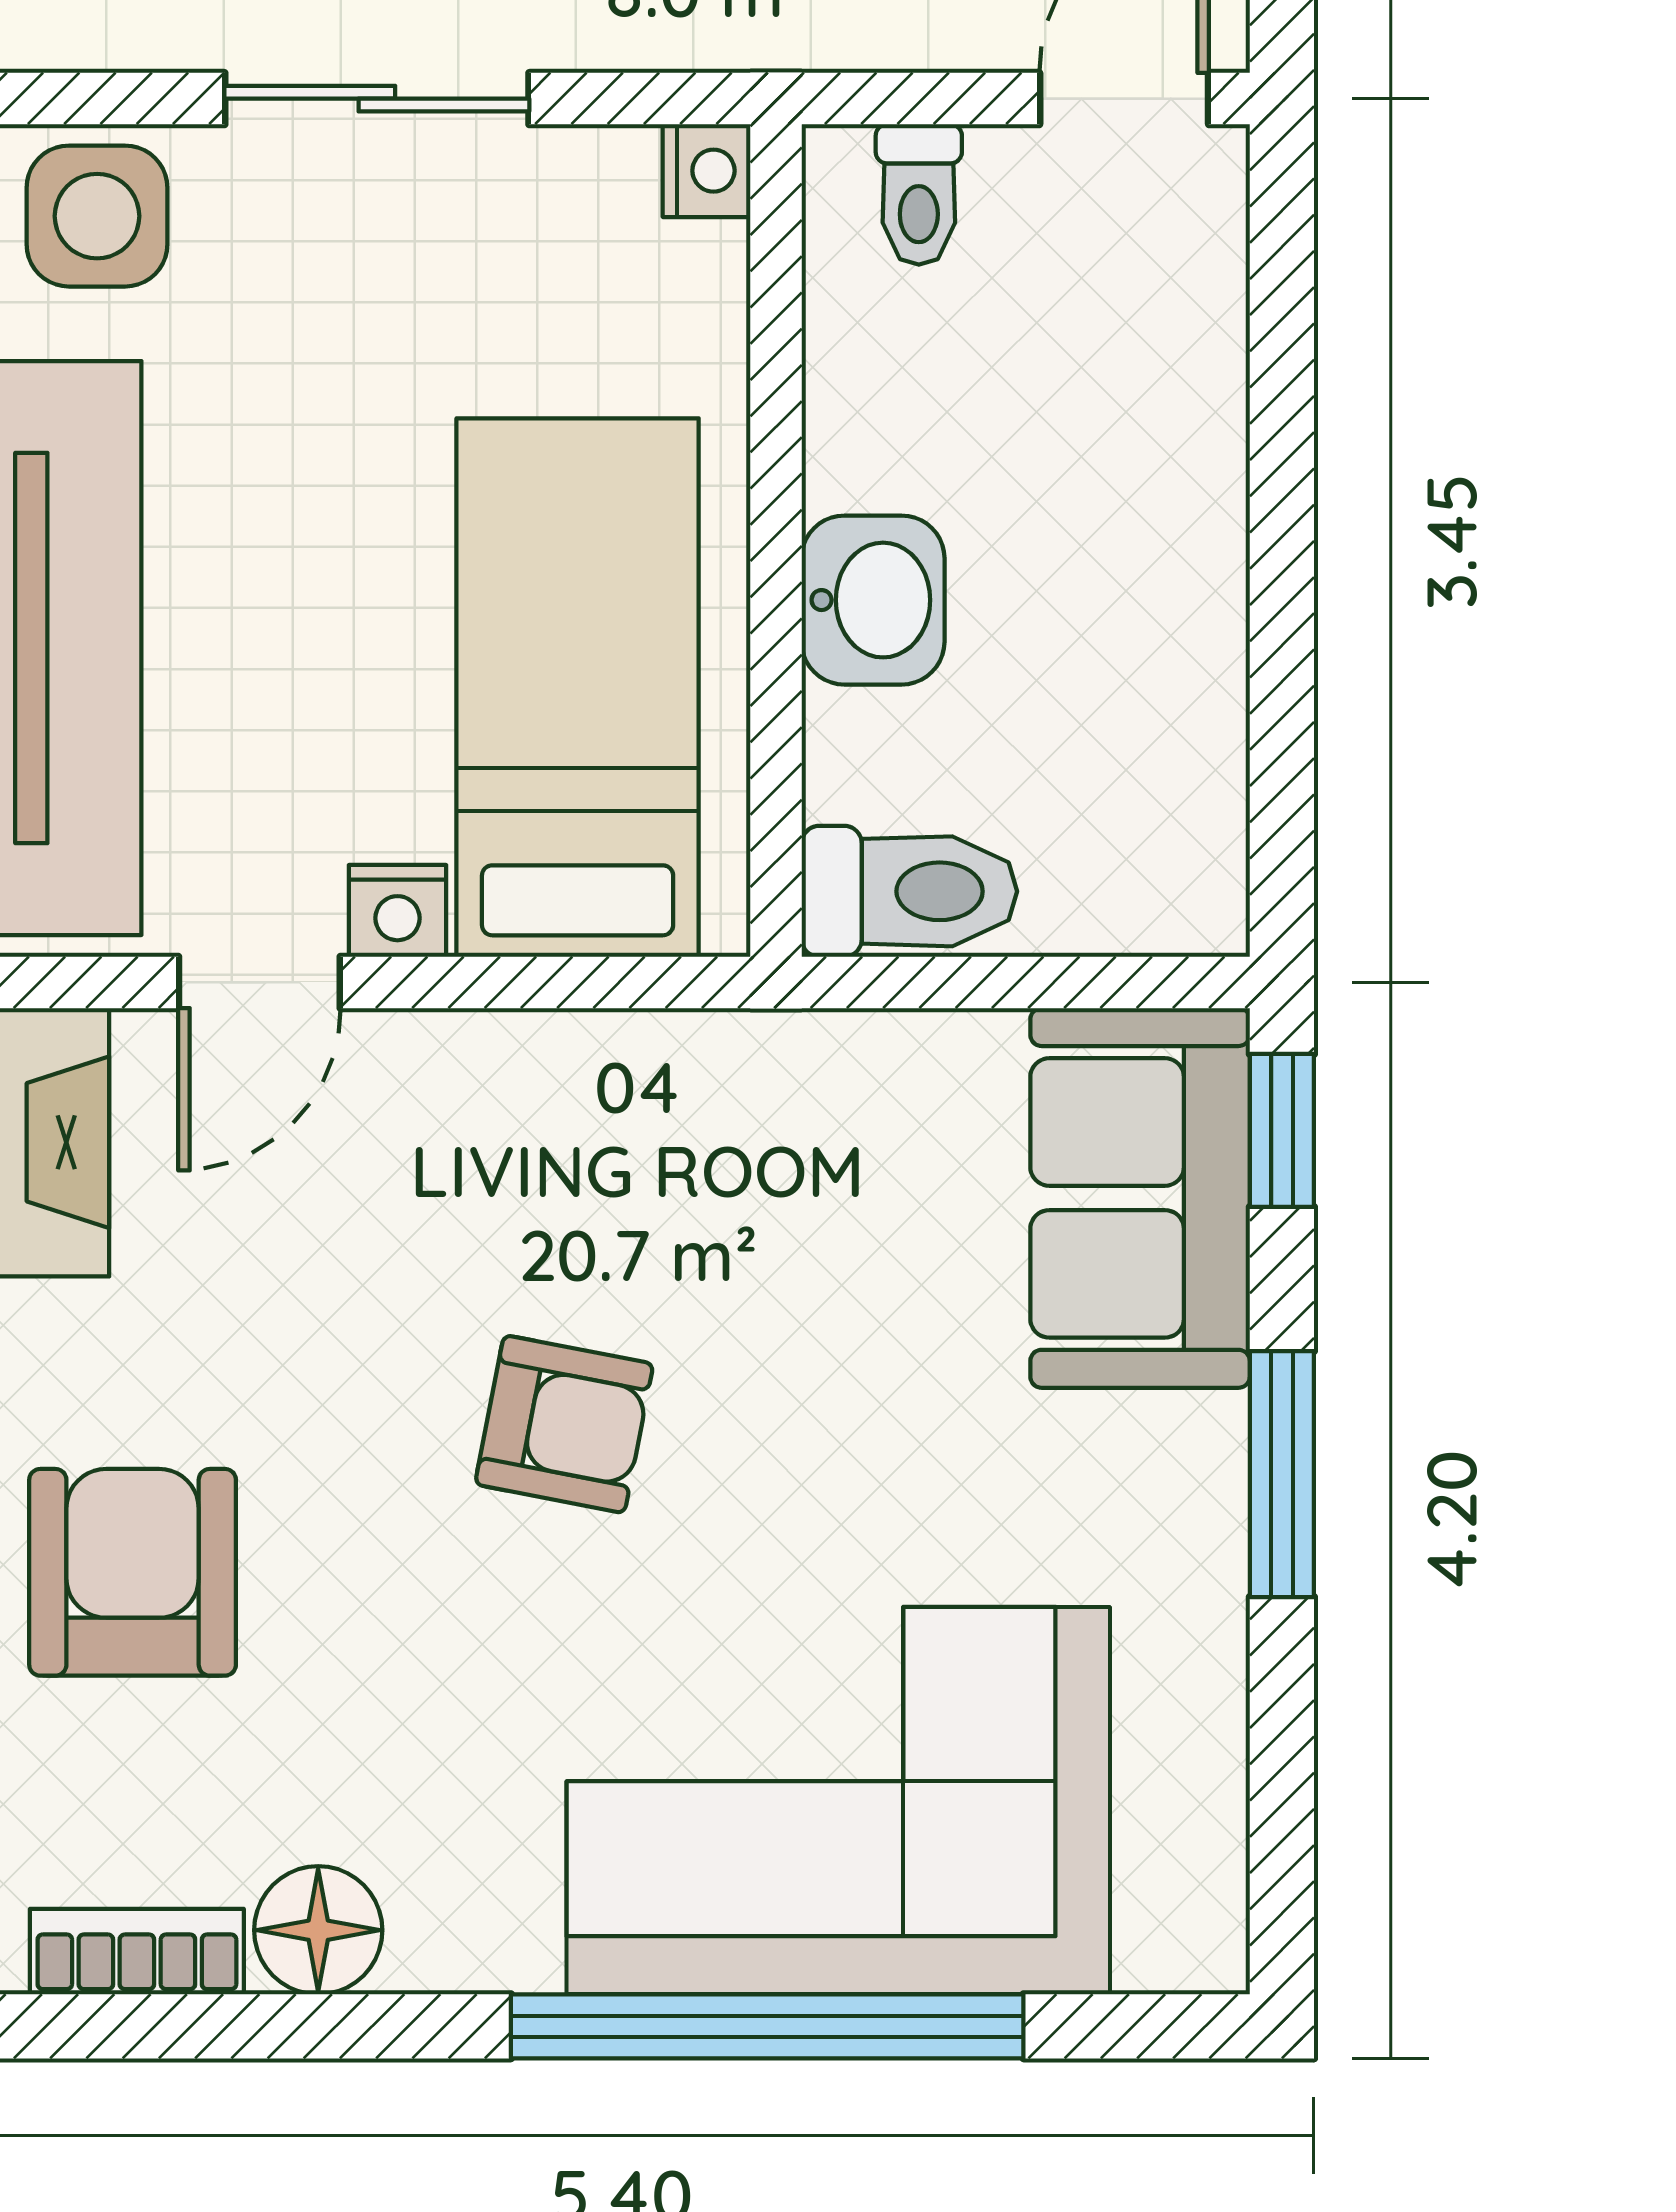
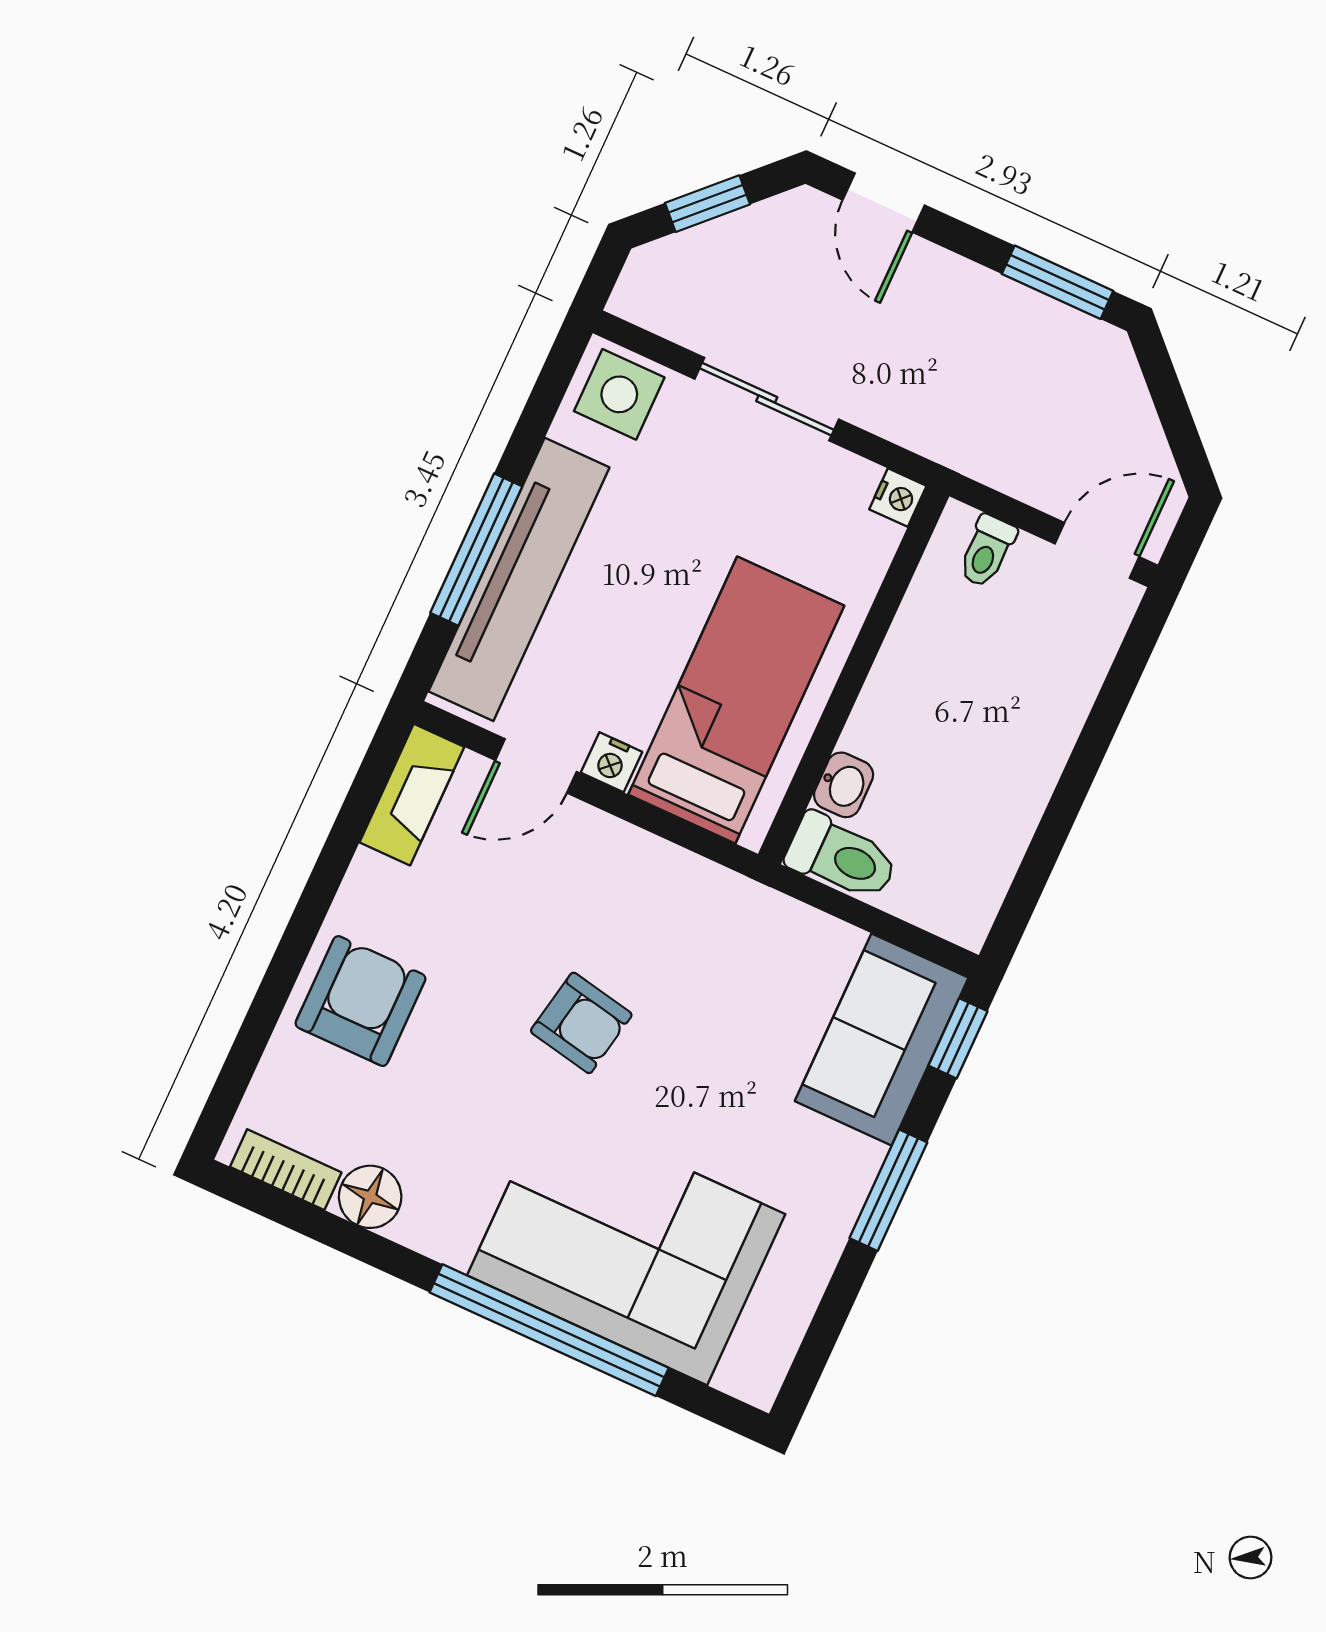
washbasin: (873, 600) -> (844, 785), moved, width x0.72, depth x0.69

